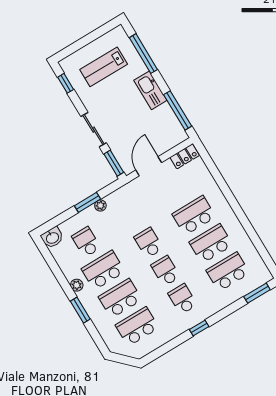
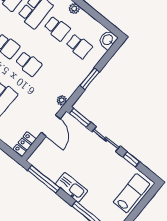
lab bench: (104, 67) -> (132, 193), moved
window: (66, 83) -> (131, 159), moved
plant: (100, 206) -> (62, 100), moved
school desk: (103, 270) -> (57, 28), width x0.54

